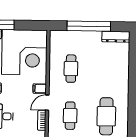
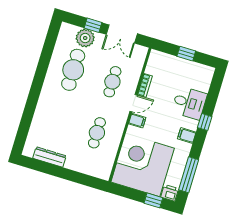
window: (89, 26) -> (64, 173), removed
dresser: (116, 37) -> (50, 157), moved

